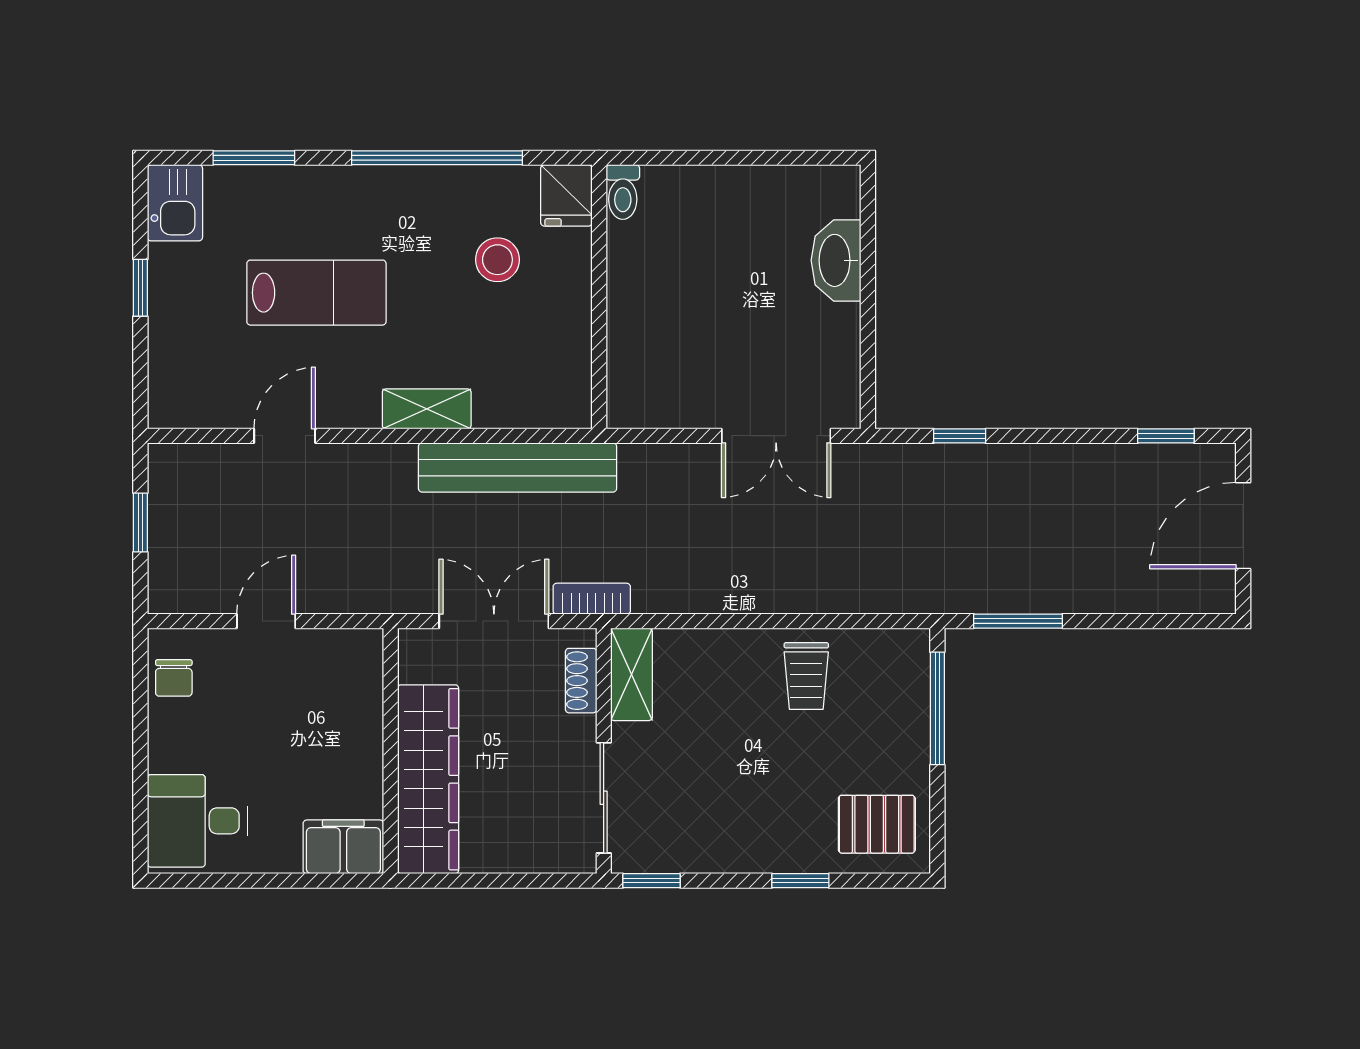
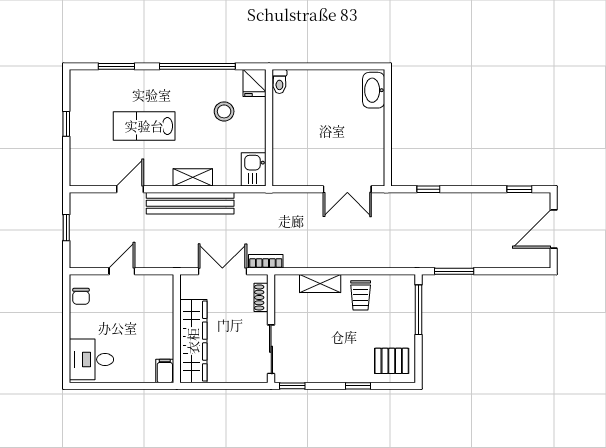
kitchen sink: (175, 203) -> (254, 169), moved, turned 180
washbasin: (836, 260) -> (374, 90), moved
lab bench: (316, 293) -> (144, 126), turned 180
bench: (518, 467) -> (190, 203), moved
shelving: (631, 674) -> (320, 283), moved, turned 90
filing cabinet: (343, 847) -> (165, 371), width x0.50

